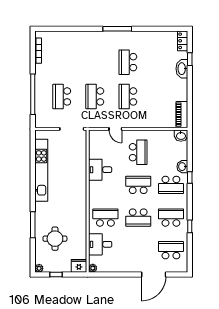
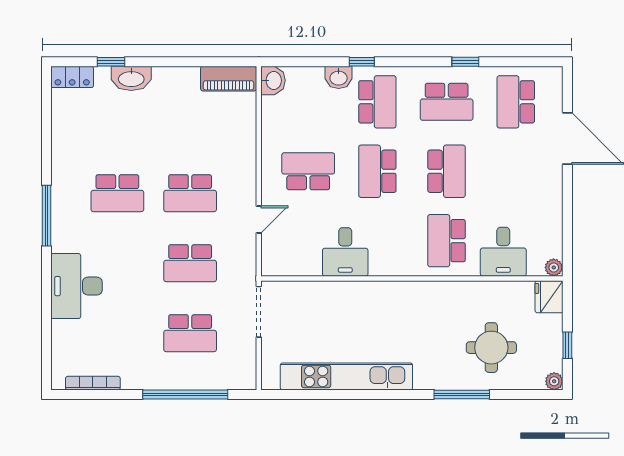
desk: (84, 43) -> (76, 286), added
school desk: (171, 218) -> (447, 102), turned -90

